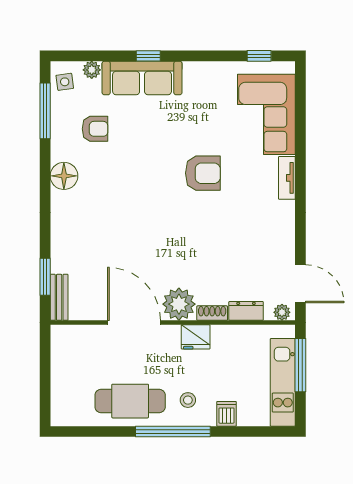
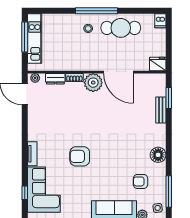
window: (300, 109) -> (25, 193), added
bench: (59, 297) -> (161, 110), moved
fridge: (196, 337) -> (158, 64), moved
window: (300, 365) -> (25, 37), moved
dishwasher: (227, 414) -> (160, 21), moved

